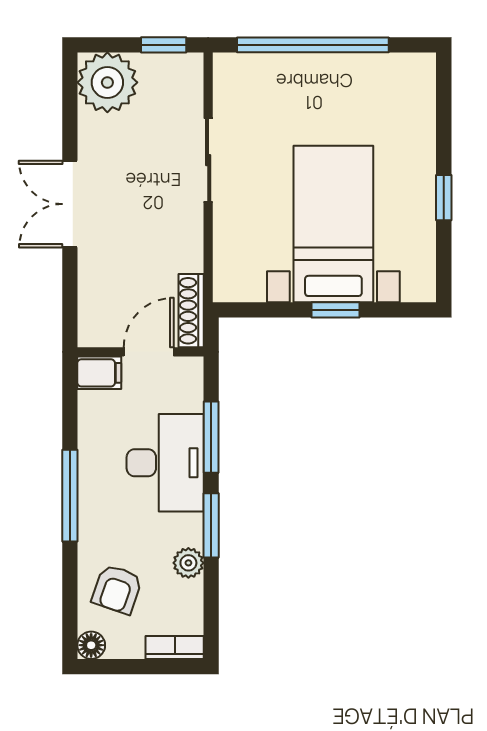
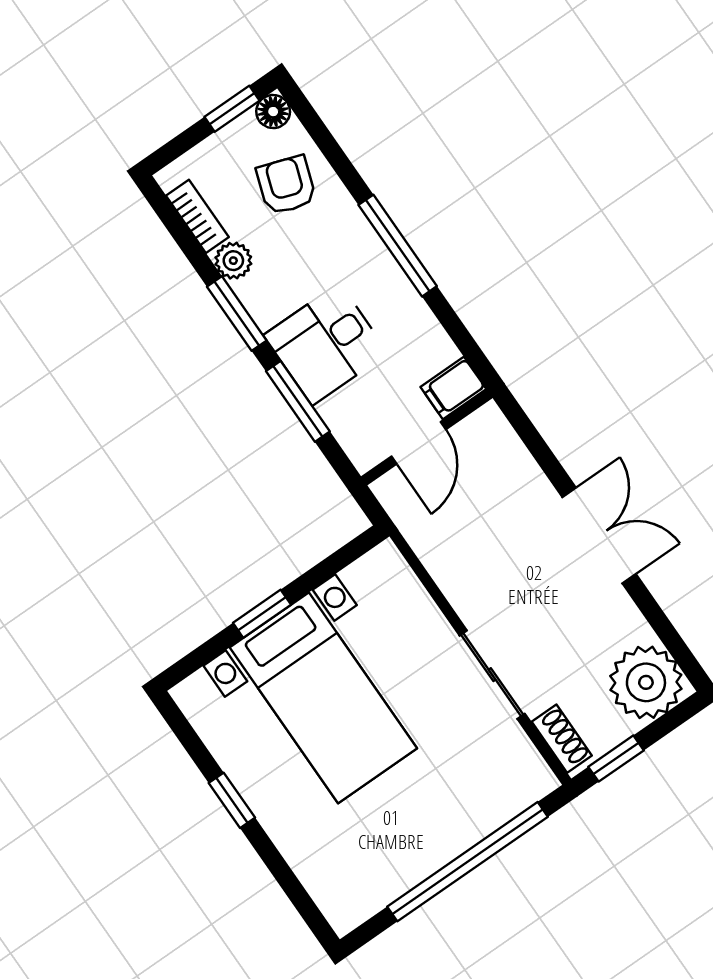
shoe rack: (191, 311) -> (562, 739), moved, width x0.70
desk: (165, 463) -> (326, 344), width x0.73
bookcase: (175, 647) -> (197, 216), moved, turned -90
window: (118, 667) -> (232, 109), added

